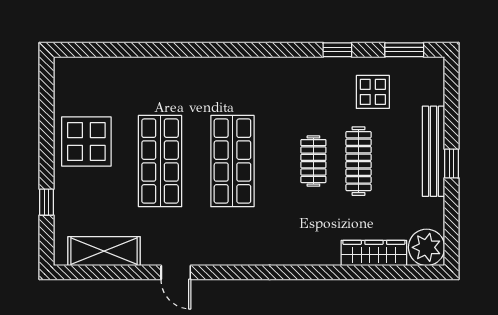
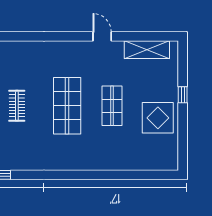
shop shelf: (160, 161) -> (112, 106), width x0.70, depth x0.74
window: (46, 202) -> (183, 95), moved

